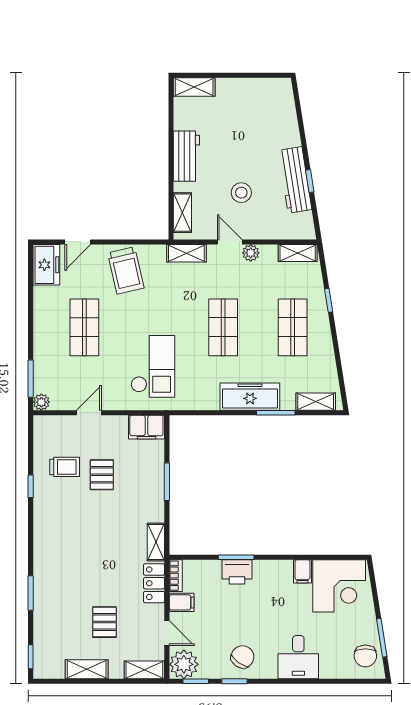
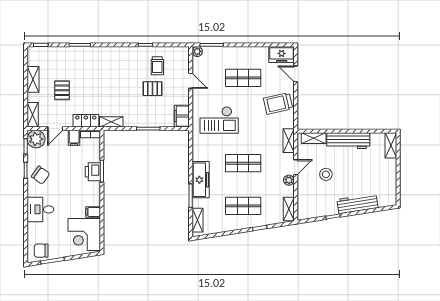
workbench: (186, 156) -> (348, 141), width x1.37
workbench: (295, 180) -> (357, 204), moved
pallet: (105, 622) -> (62, 90), turned 90

